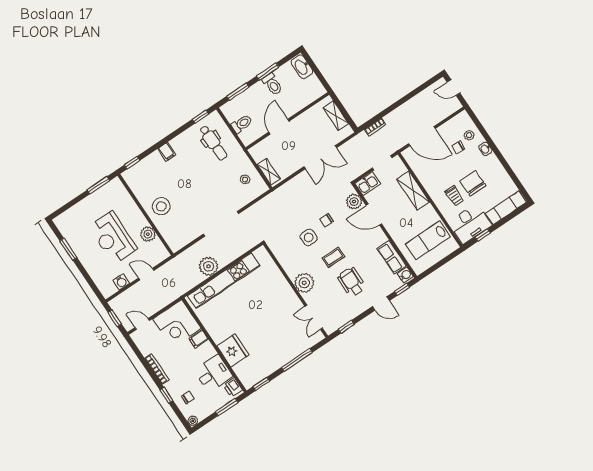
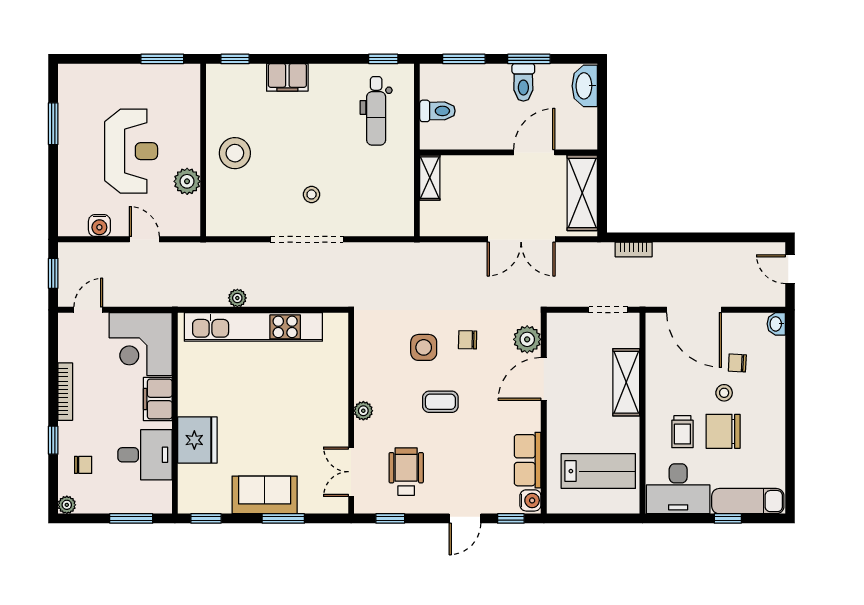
shelving: (336, 116) -> (582, 193), width x1.50, depth x1.33
door: (279, 127) -> (534, 152), moved
stool: (469, 135) -> (724, 393), moved
washbasin: (485, 149) -> (776, 324), moved
filing cabinet: (167, 152) -> (287, 77), width x2.00
shelving: (269, 172) -> (430, 178), moved
stool: (245, 179) -> (312, 194), moved
chair: (473, 183) -> (723, 431), turned -90
kitchen sink: (368, 184) -> (565, 326), removed
door: (374, 215) -> (544, 379), hinge flipped
window: (483, 235) -> (728, 518), moved
reception desk: (113, 238) -> (131, 151), turned 180
lab bench: (428, 240) -> (598, 471), turned 180
plant: (208, 266) -> (237, 298), width x0.53, depth x0.53
wheelchair: (351, 282) -> (406, 472), moved
plant: (304, 283) -> (363, 411), width x0.53, depth x0.53
door: (381, 304) -> (465, 518), hinge flipped
door: (142, 324) -> (88, 310), hinge flipped
filing cabinet: (199, 339) -> (158, 399), width x2.00
sofa: (281, 355) -> (265, 495), added
window: (297, 360) -> (283, 518), width x0.69
printer: (233, 388) -> (160, 495), removed

